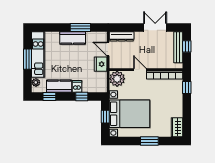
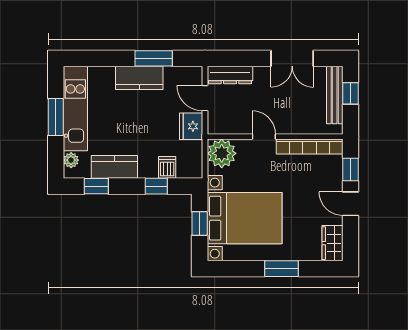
double door: (155, 27) -> (292, 58), swing flipped
dishwasher: (77, 86) -> (167, 167), moved
door: (187, 106) -> (350, 204), added

